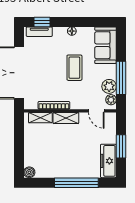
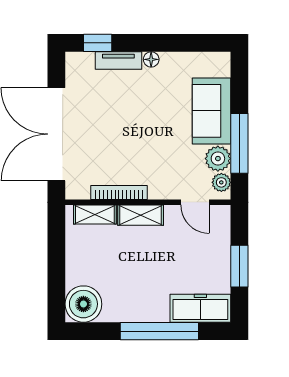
tv unit: (39, 32) -> (118, 61), moved
sofa: (106, 45) -> (212, 111), moved
coffee table: (74, 68) -> (156, 125), removed
freezer: (108, 161) -> (200, 308), moved, turned 90
boiler: (29, 172) -> (83, 304), width x1.86, depth x1.86

